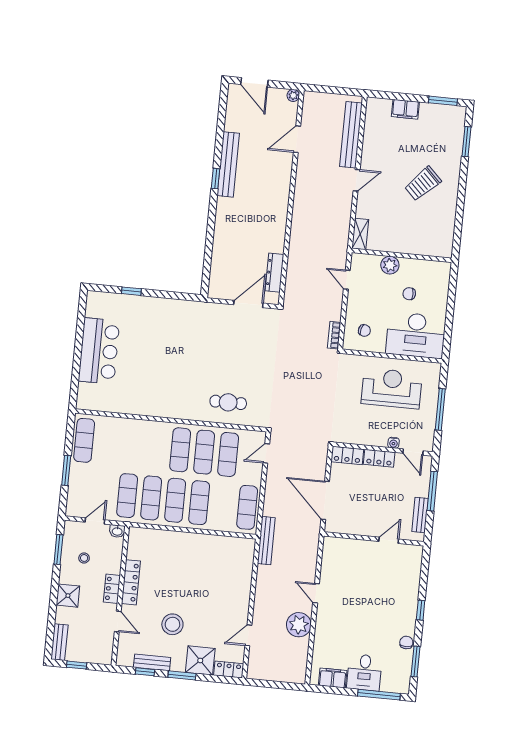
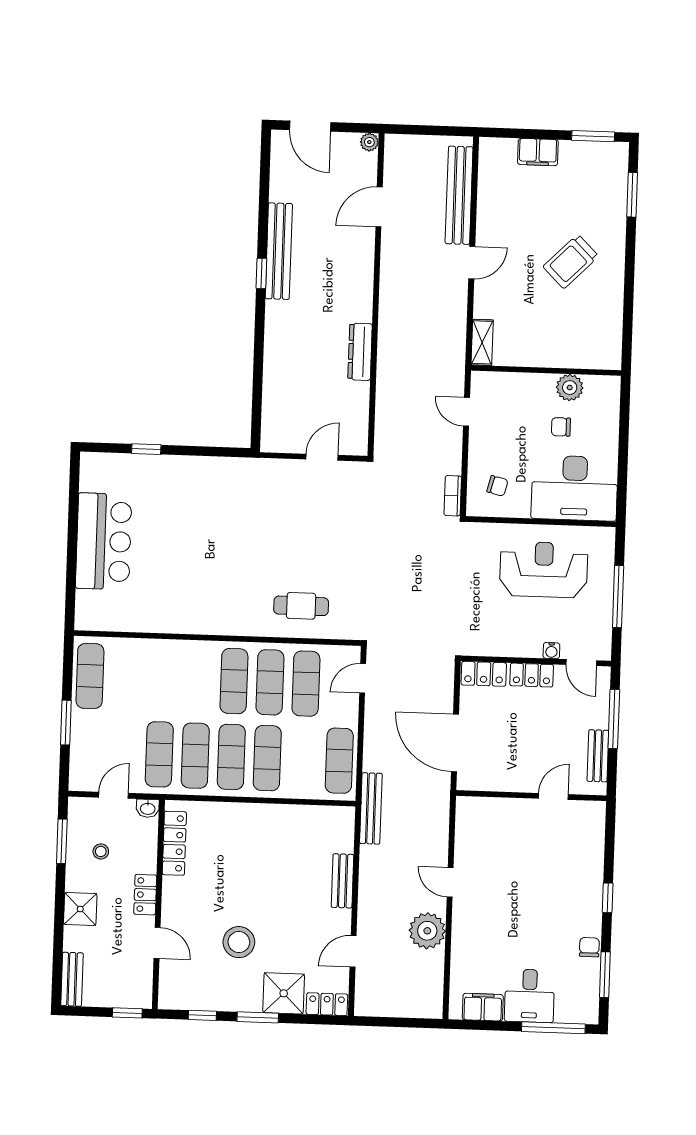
plant: (390, 265) -> (570, 388), moved
dresser: (275, 273) -> (360, 352), moved
door: (248, 304) -> (322, 457), width x0.73
locker: (131, 582) -> (174, 843), moved
bench: (152, 662) -> (342, 881), moved, turned 90
window: (77, 665) -> (127, 1013), moved

